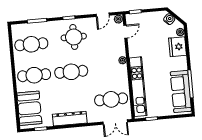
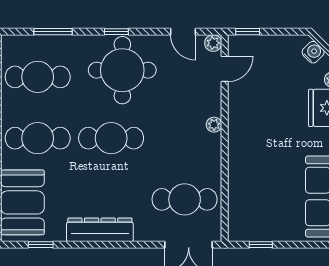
door: (103, 15) -> (183, 32), hinge flipped
round table: (74, 37) -> (122, 70), width x1.36, depth x1.36
kitchen unit: (138, 87) -> (240, 179), removed

